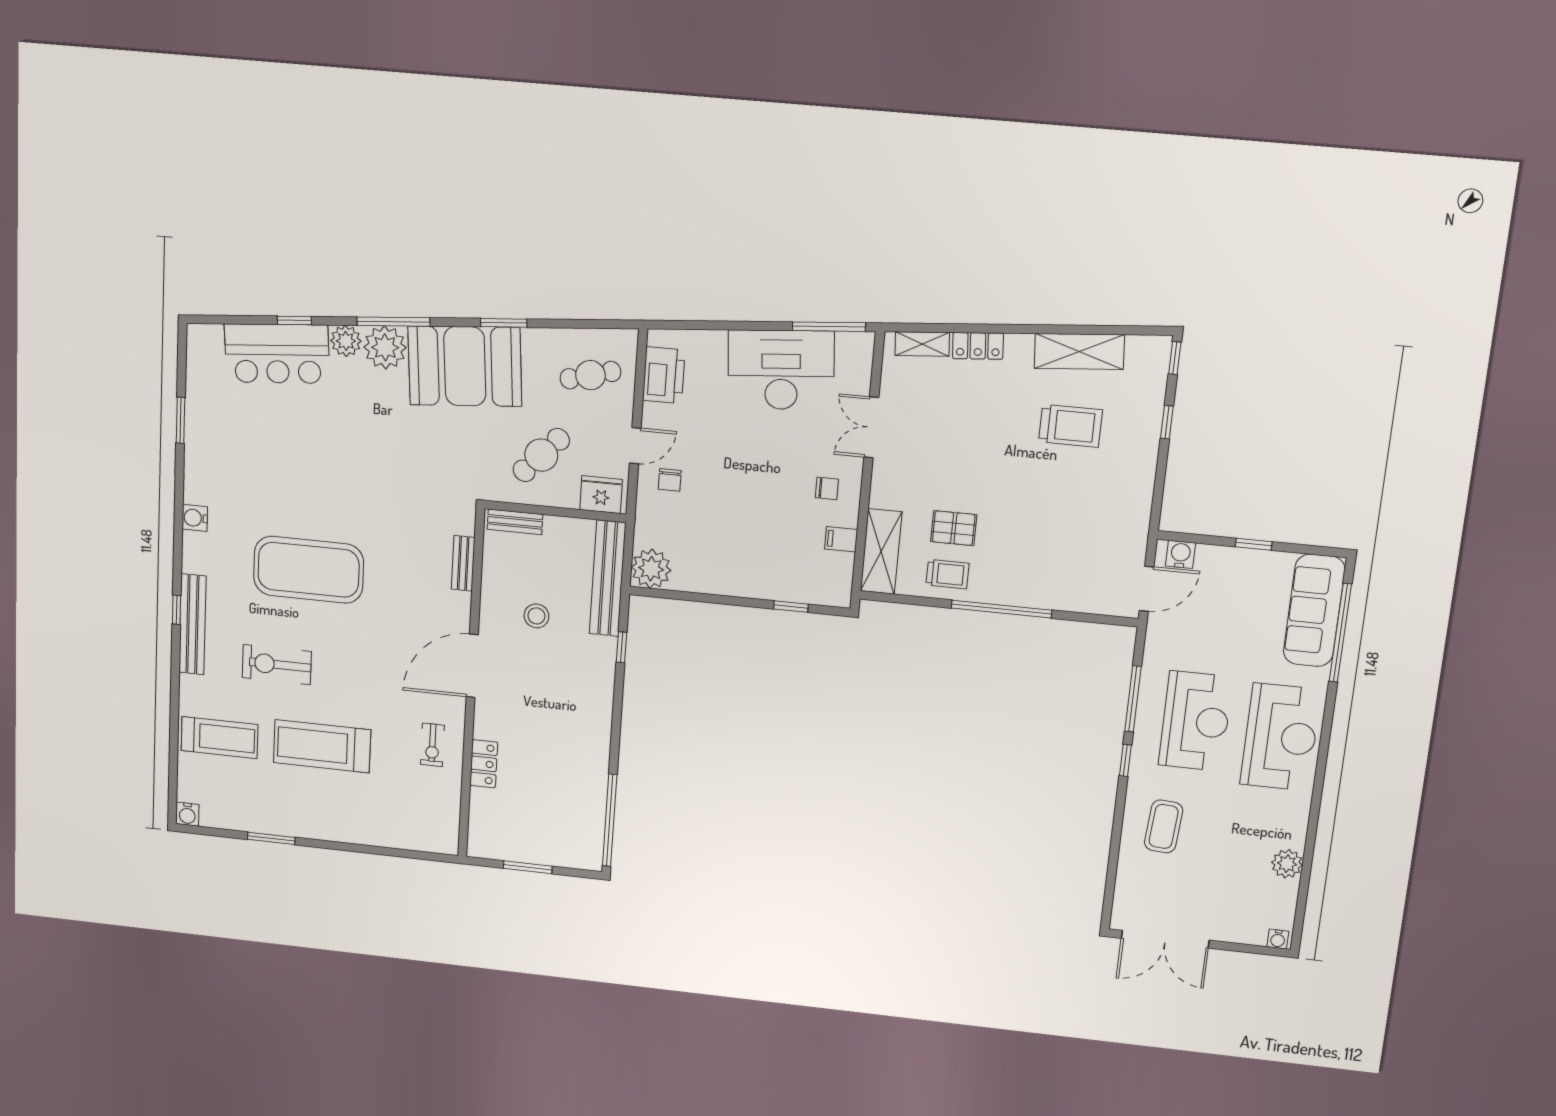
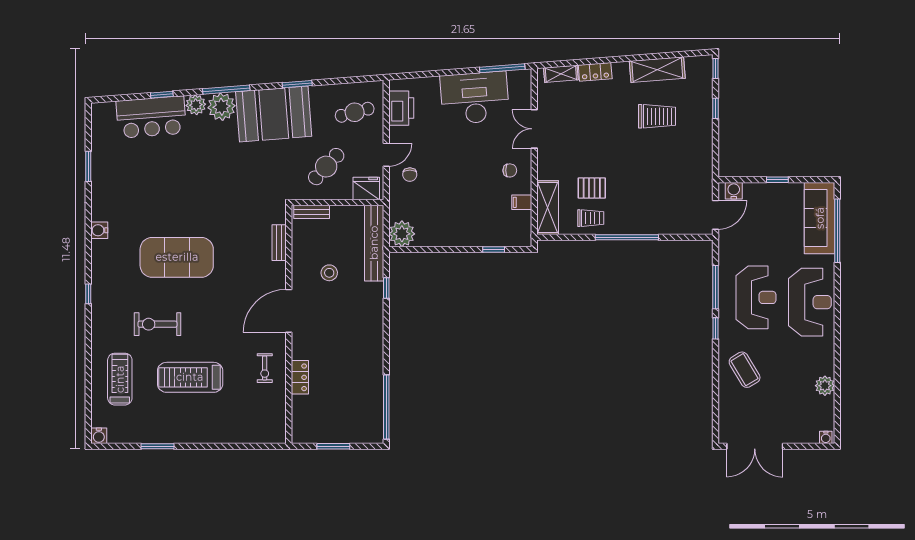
bench: (192, 624) -> (99, 303), removed
treadmill: (220, 738) -> (120, 379), turned -90
coffee table: (1164, 826) -> (745, 370), turned -35

